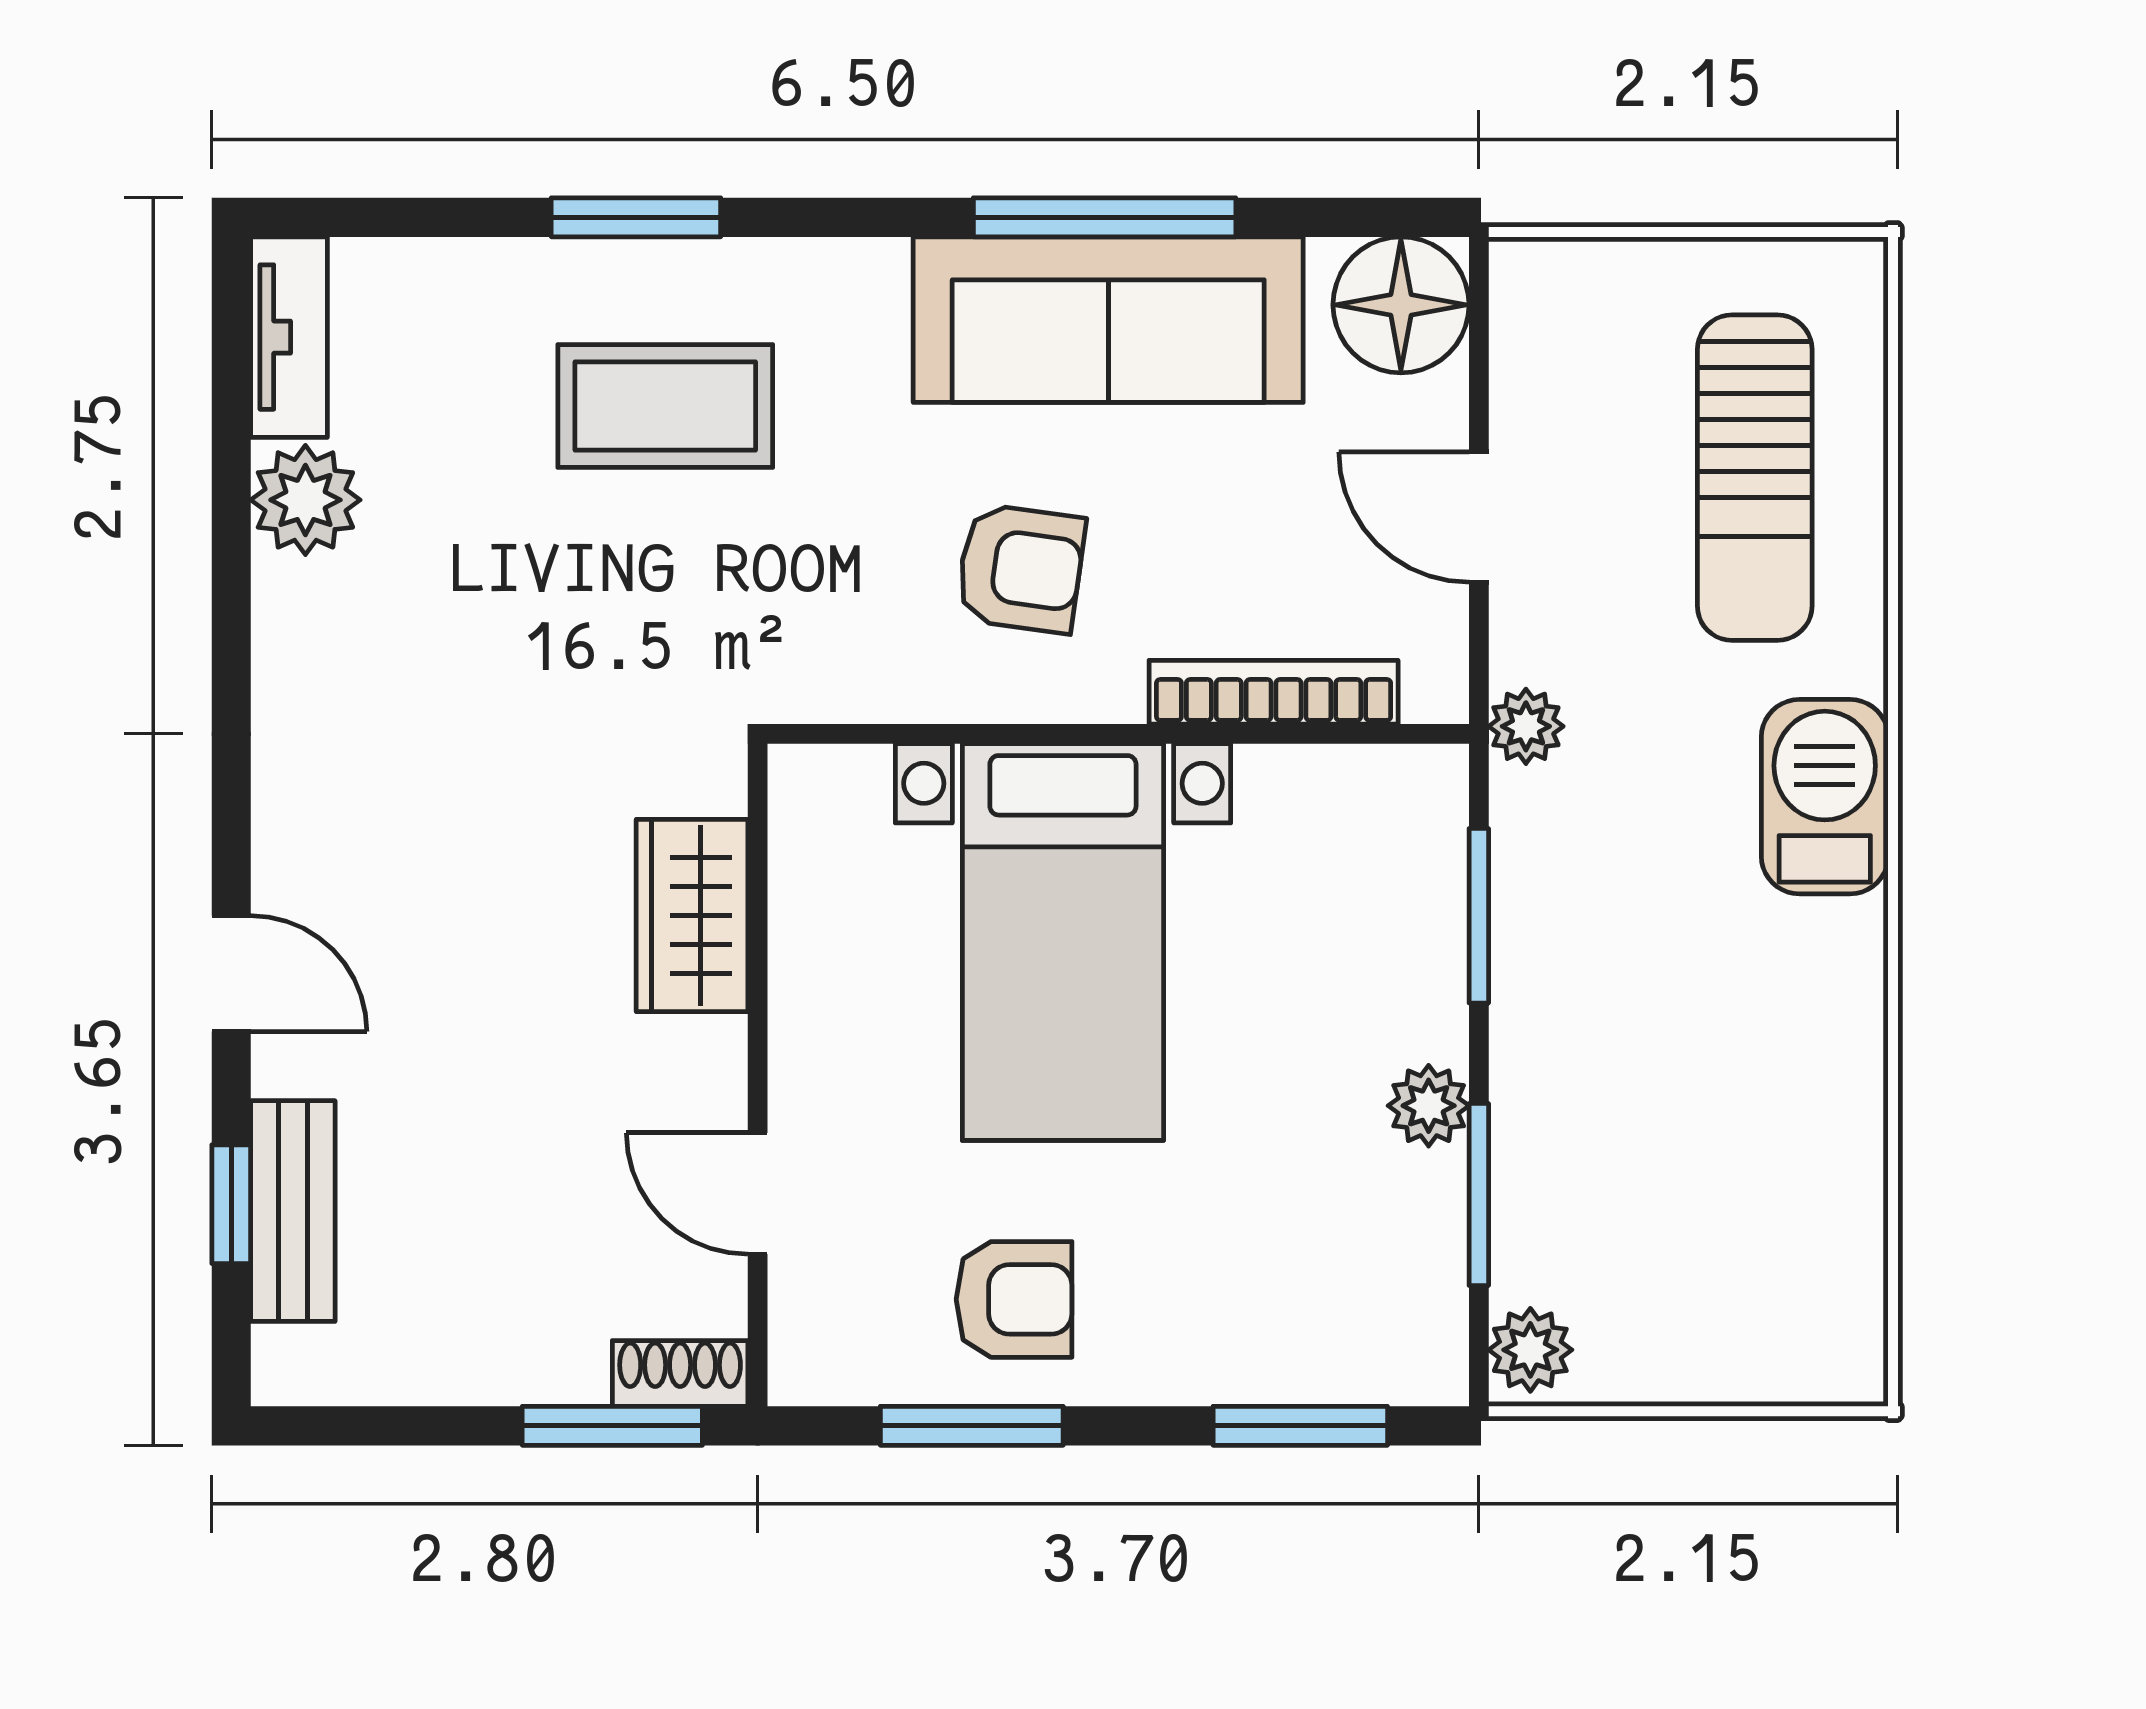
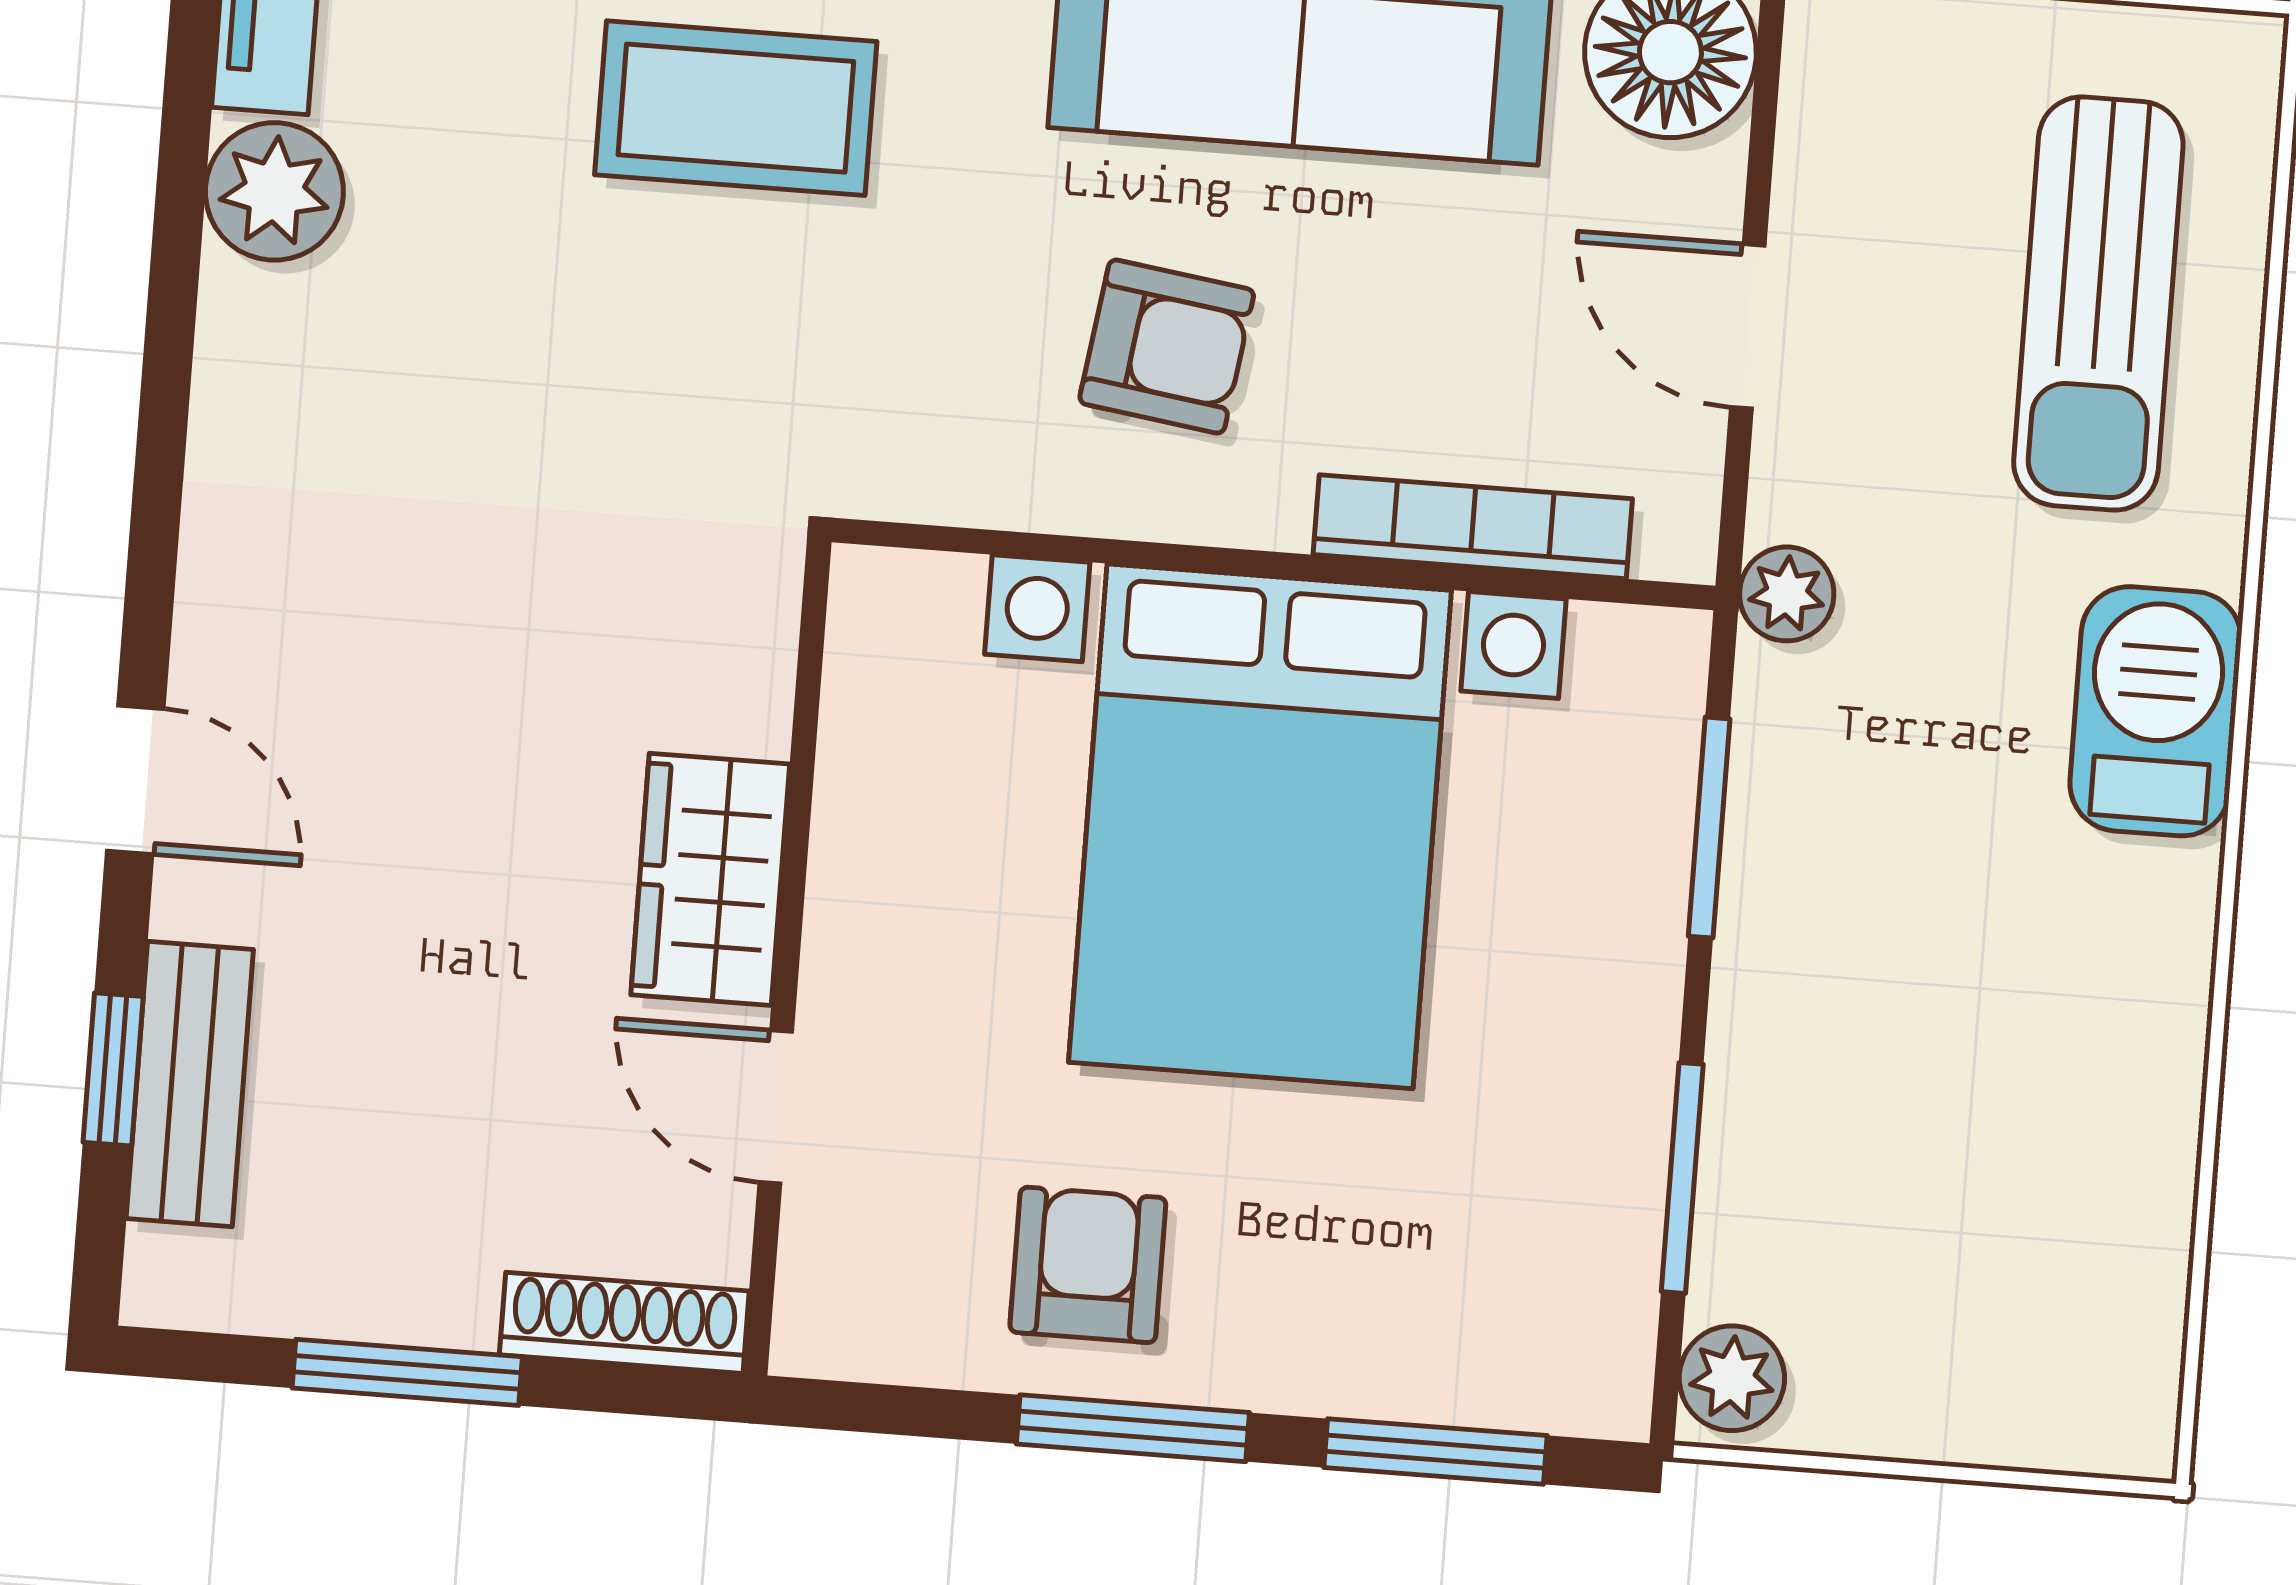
wardrobe: (692, 915) -> (710, 879), moved
bed with nightstands: (1063, 942) -> (1260, 826), width x1.36
plant: (1429, 1106) -> (1628, 1061), removed
armchair: (1014, 1299) -> (1088, 1265), turned -90
shoe rack: (680, 1373) -> (624, 1323), width x1.43
window: (612, 1426) -> (407, 1372), moved
window: (972, 1426) -> (1133, 1428), moved

